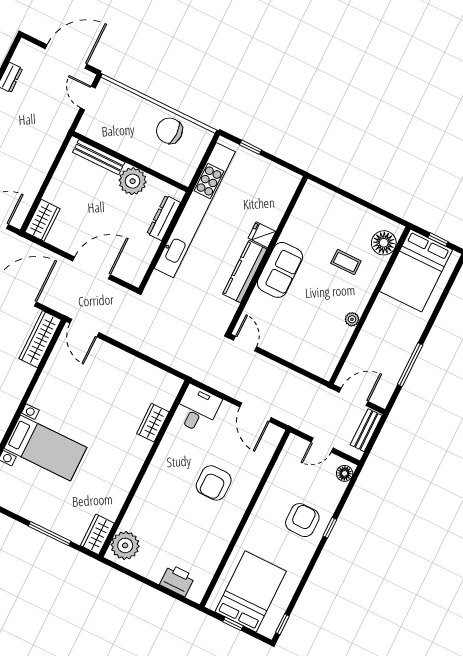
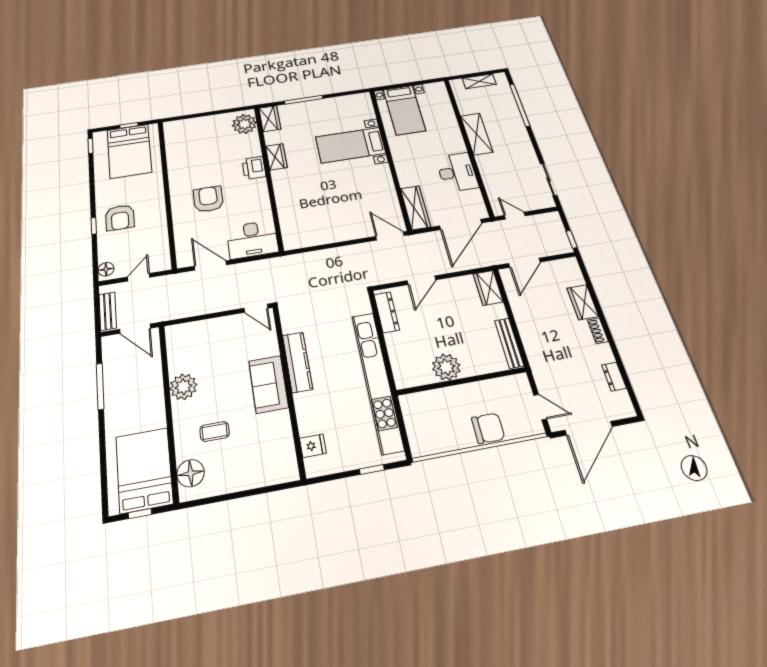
chair: (169, 131) -> (488, 428), moved
bench: (99, 157) -> (509, 343), moved, turned 90
dresser: (164, 218) -> (387, 312), moved
fridge: (262, 235) -> (313, 446), moved
door: (91, 268) -> (421, 280), width x0.73
plant: (352, 319) -> (183, 387), width x1.87, depth x1.87
door: (354, 397) -> (135, 329), hinge flipped
desk: (197, 409) -> (252, 239), width x1.37
wardrobe: (153, 423) -> (276, 157), moved
printer: (177, 580) -> (254, 168), moved, turned 90

